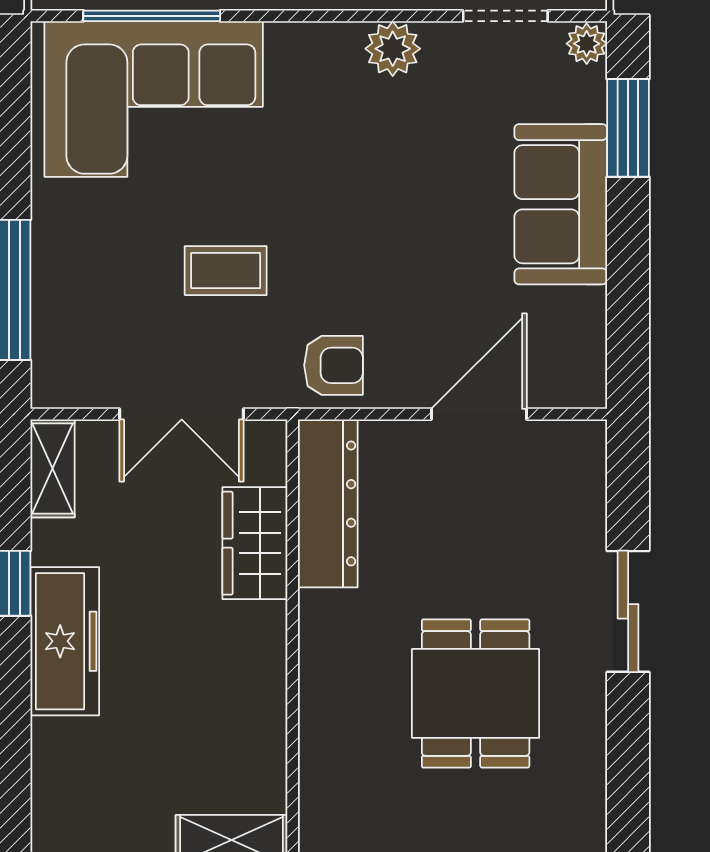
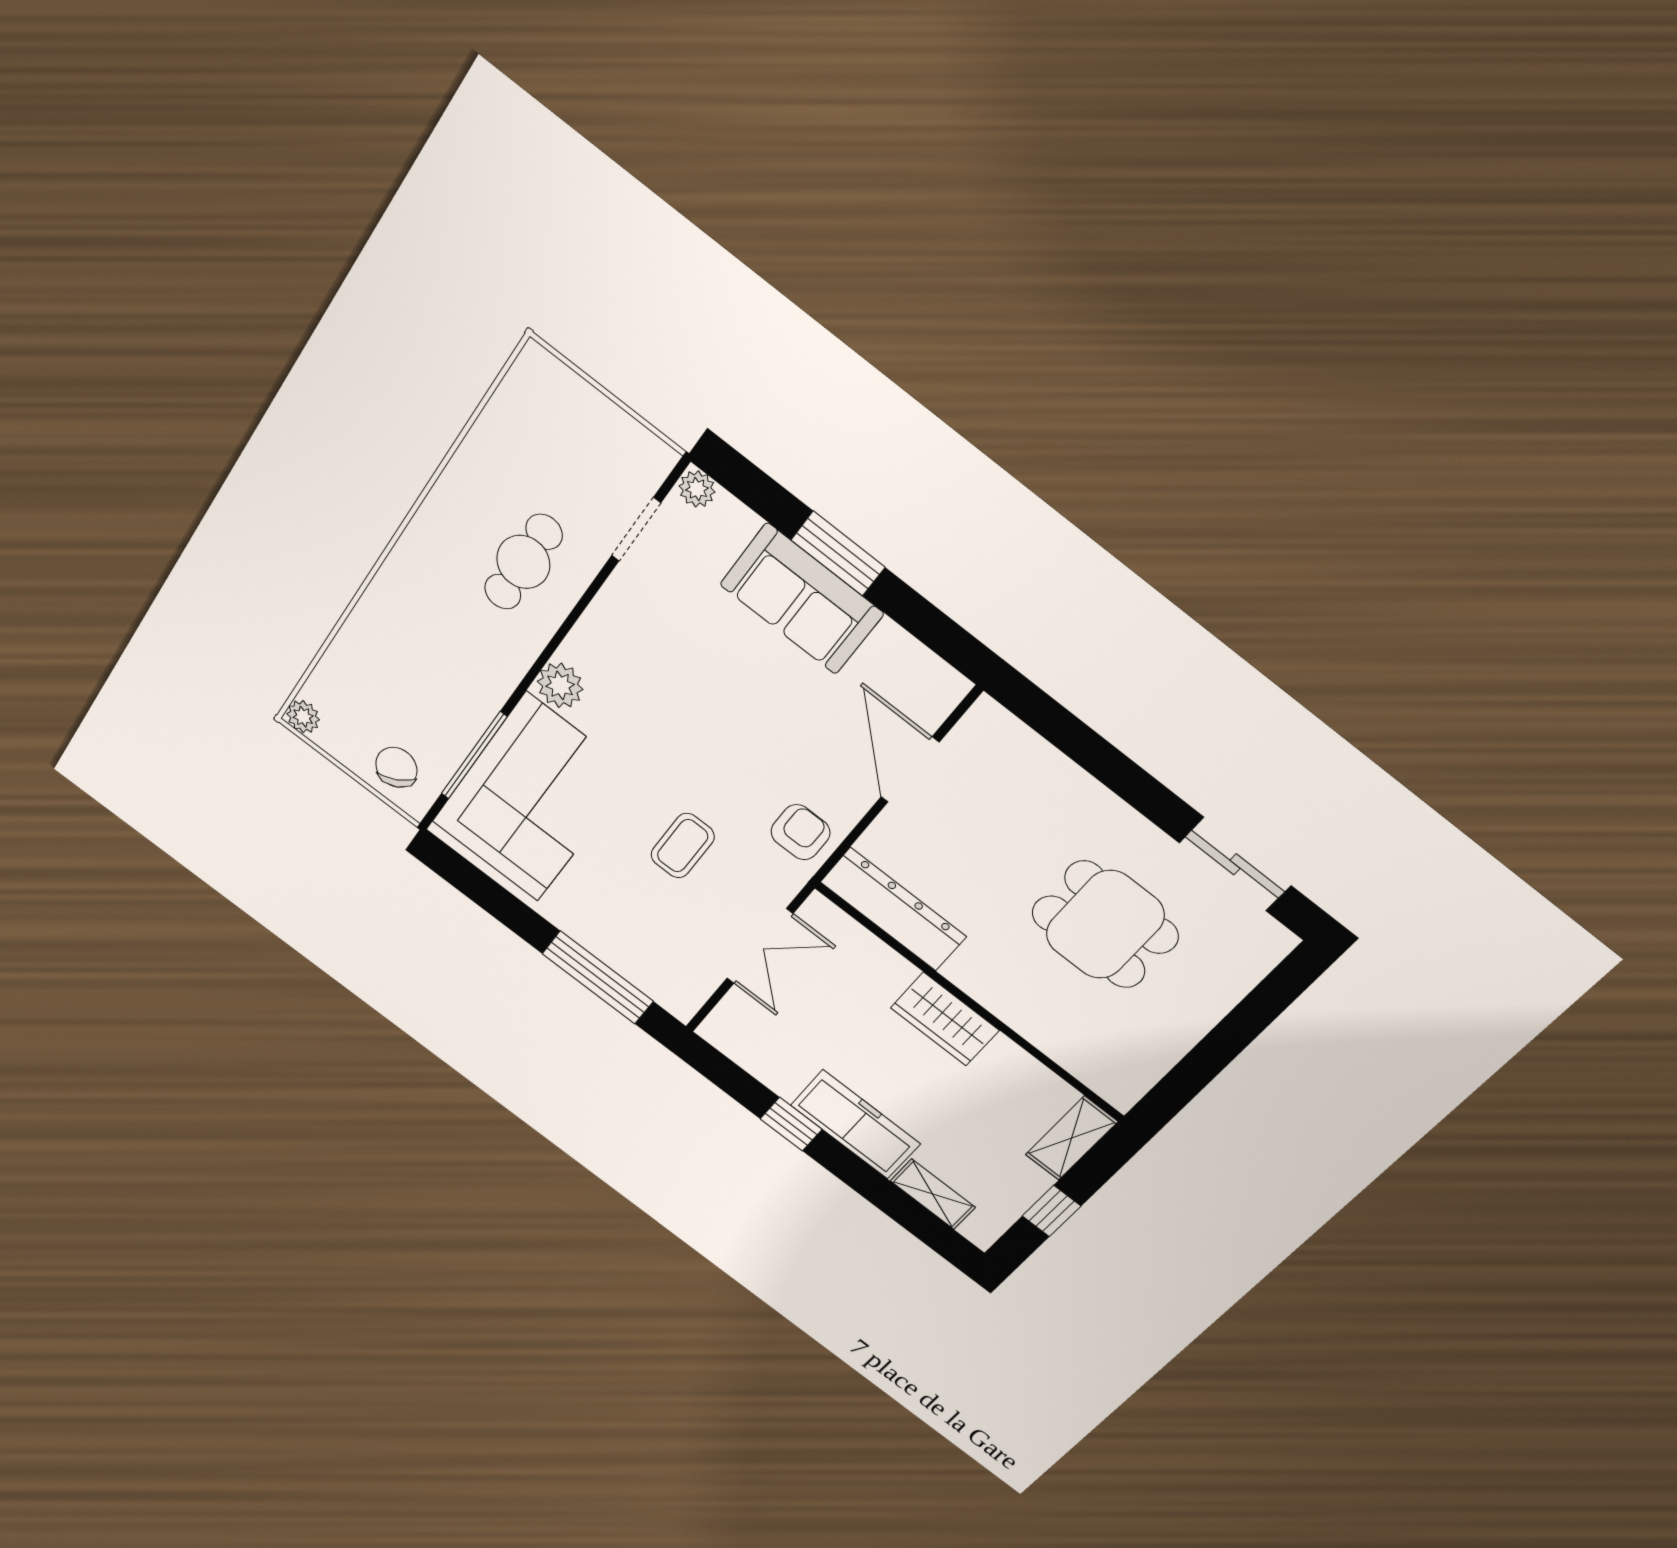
plant: (393, 49) -> (560, 685), moved
window: (628, 128) -> (838, 554), moved
shelving: (52, 468) -> (933, 1194), moved
wardrobe: (255, 543) -> (945, 1019), moved
sliding door: (628, 611) -> (1235, 864), moved

